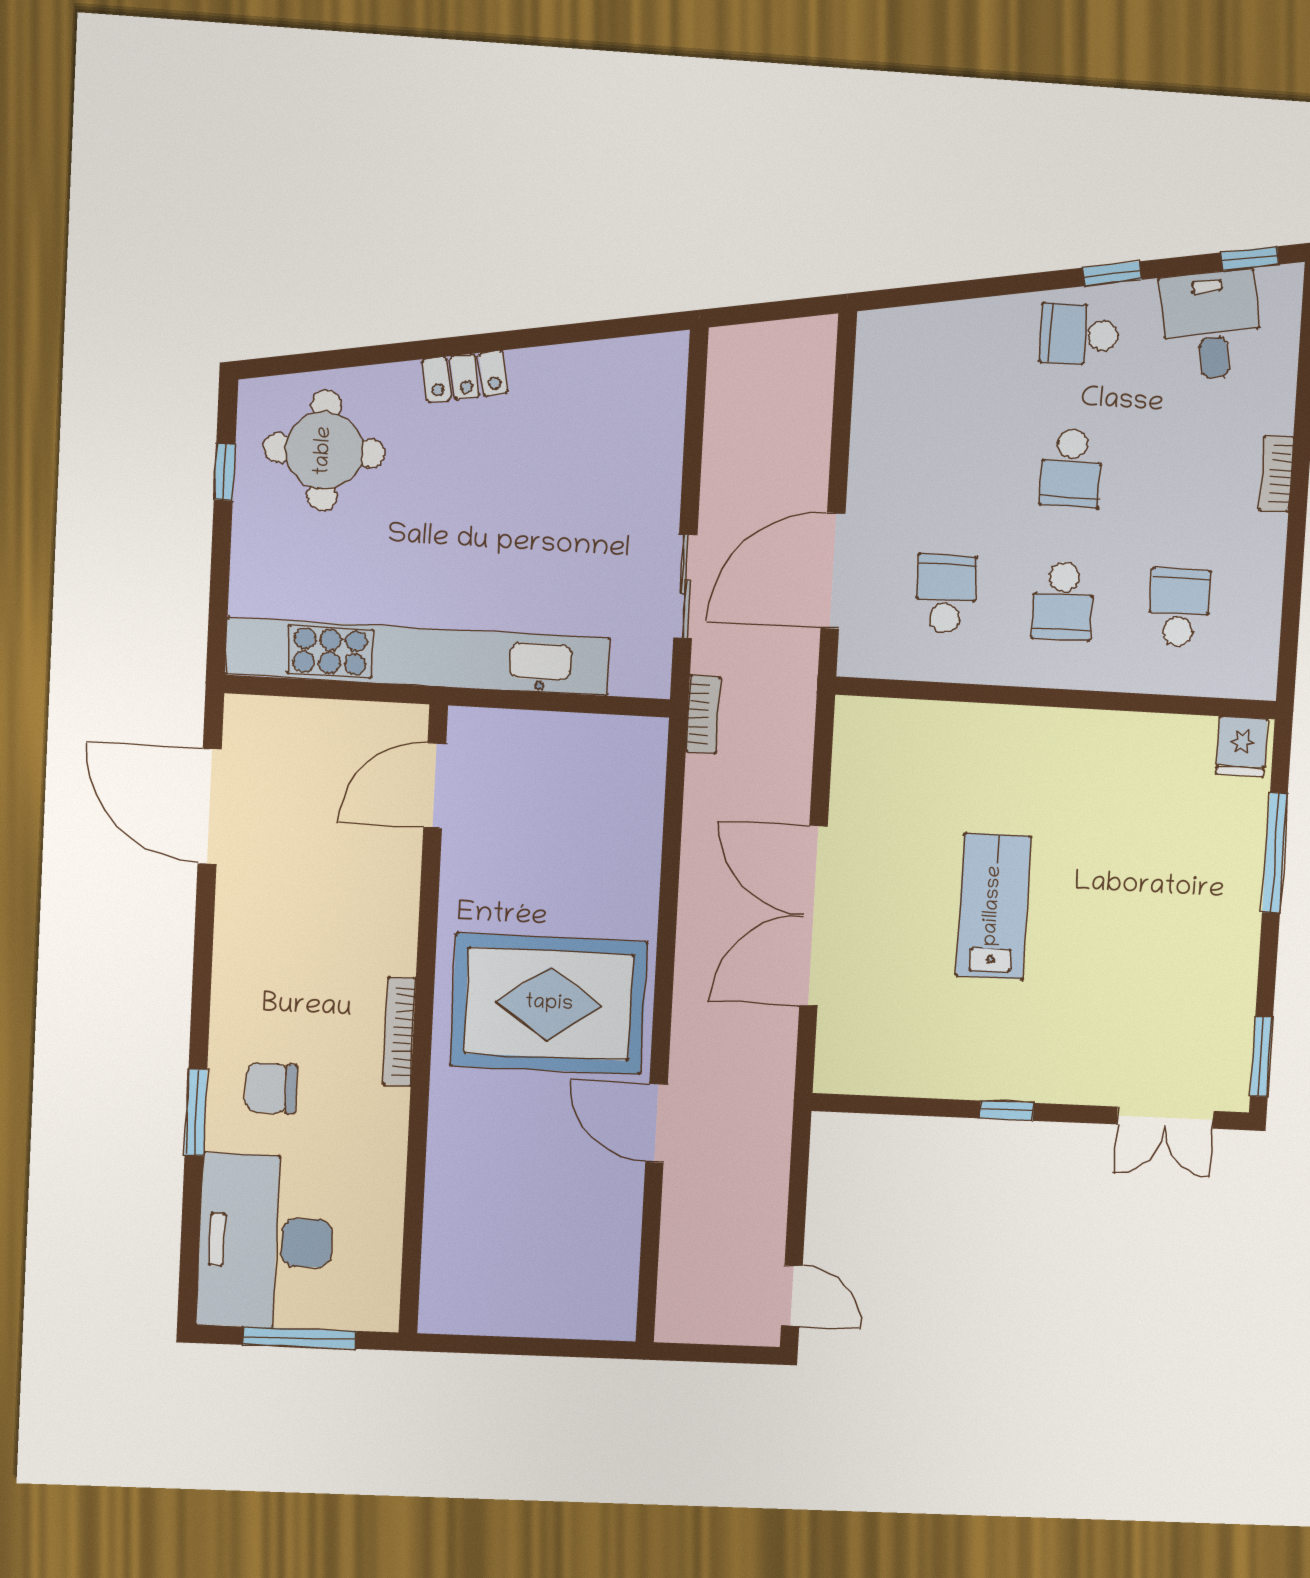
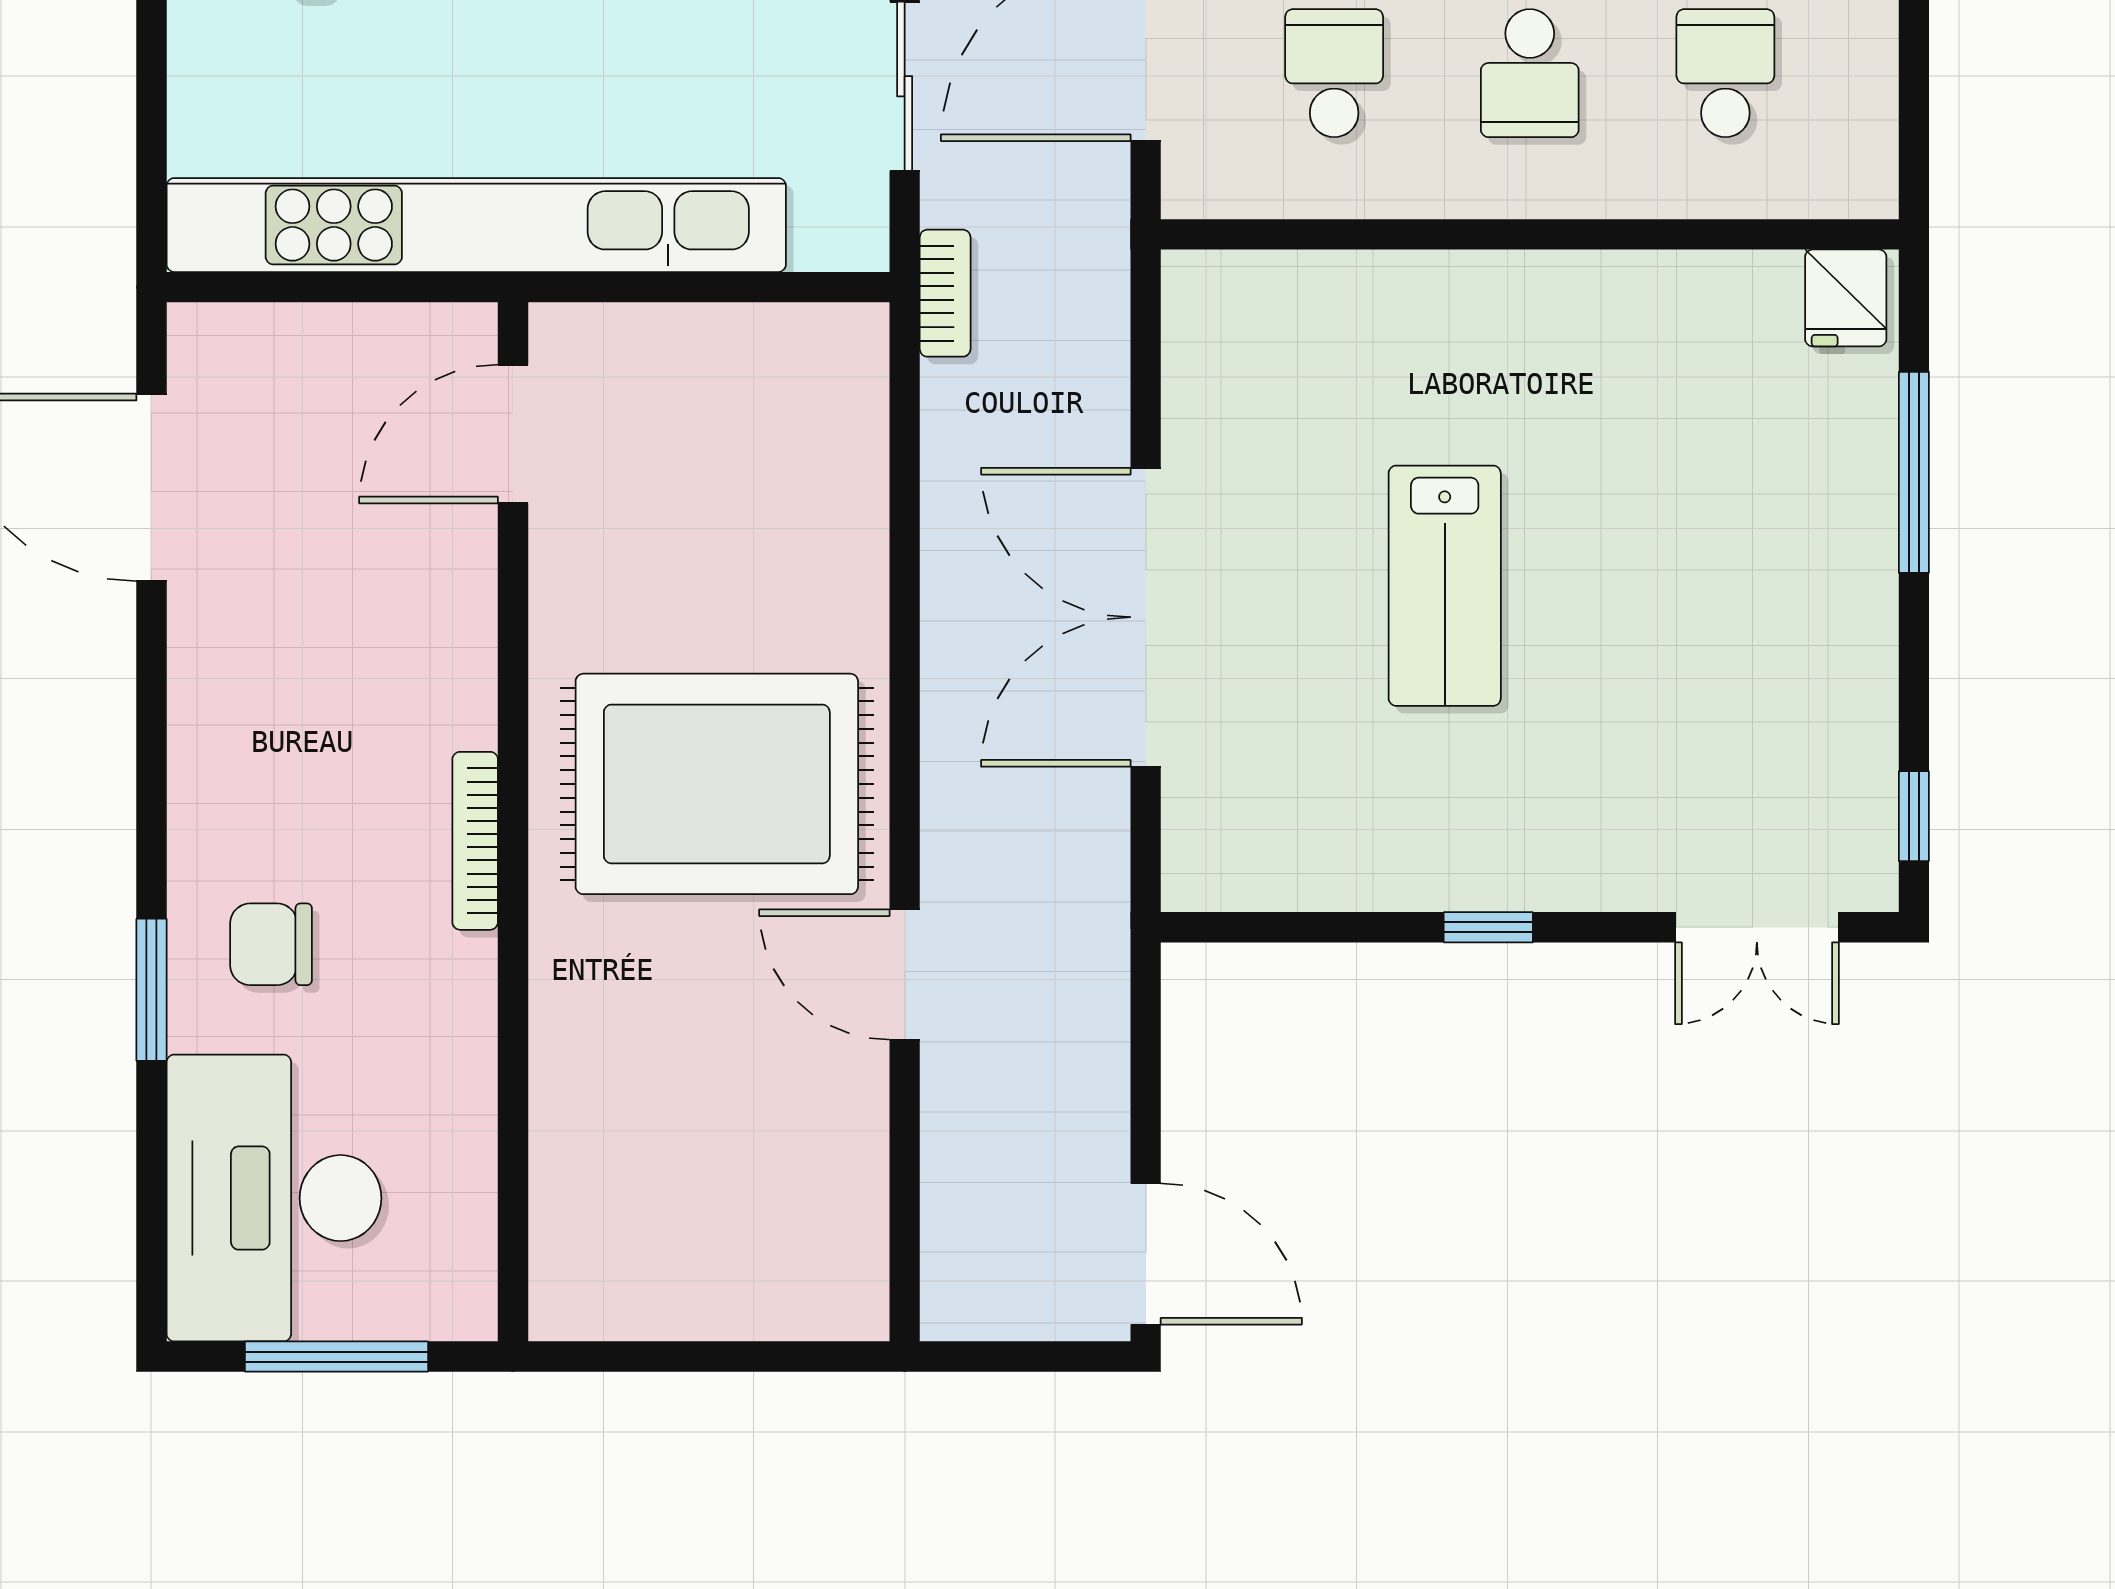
lab bench: (993, 906) -> (1445, 586), turned 180
window: (1261, 1056) -> (1914, 816), width x0.67
door: (792, 1296) -> (1146, 1254), width x1.38

